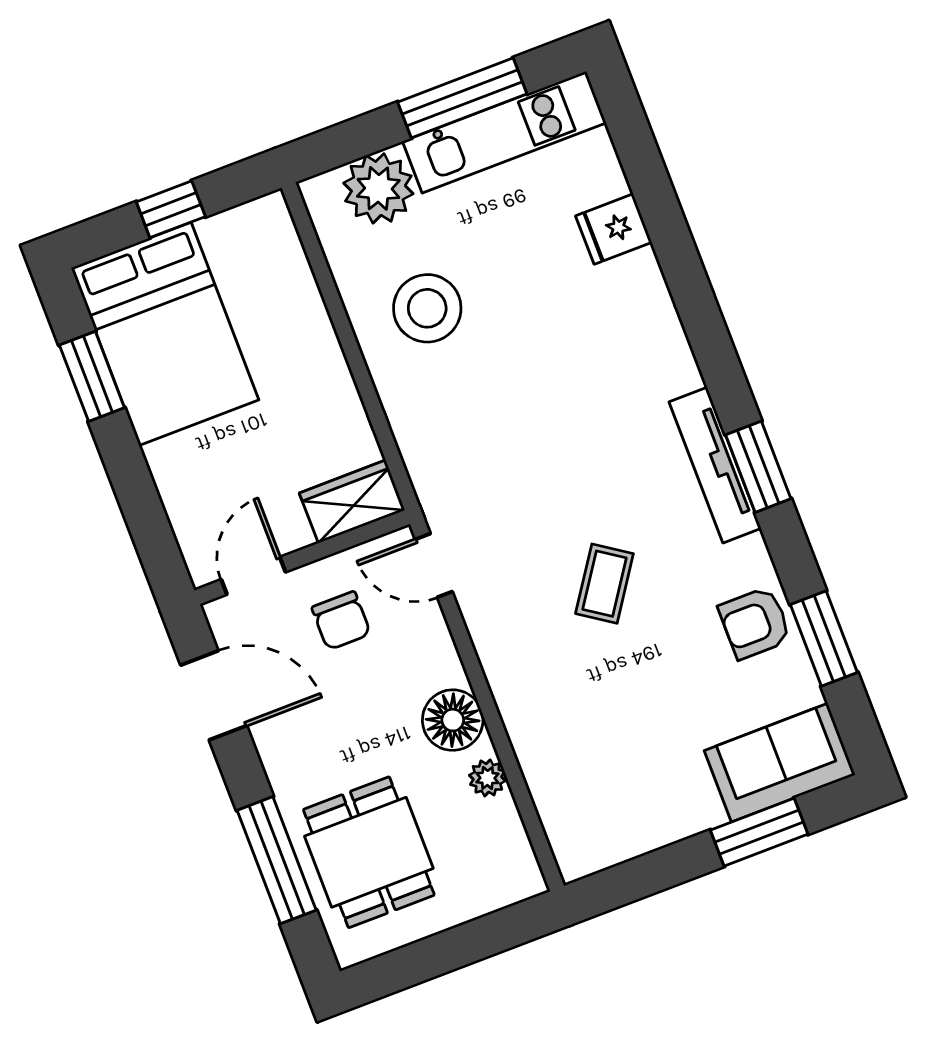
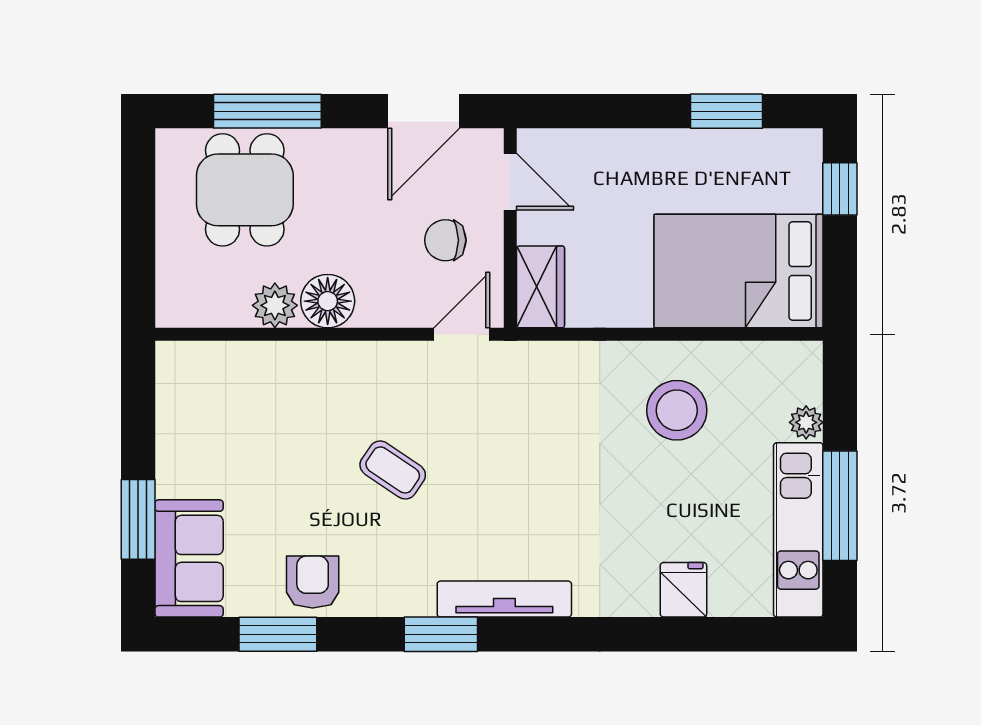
plant: (378, 188) -> (806, 422), width x0.53, depth x0.53
window: (171, 209) -> (840, 189), moved
bed: (165, 334) -> (739, 271), moved
tv unit: (715, 465) -> (504, 599), moved
plant: (487, 778) -> (275, 305), width x1.38, depth x1.38
dining table: (369, 852) -> (245, 190), turned 90

